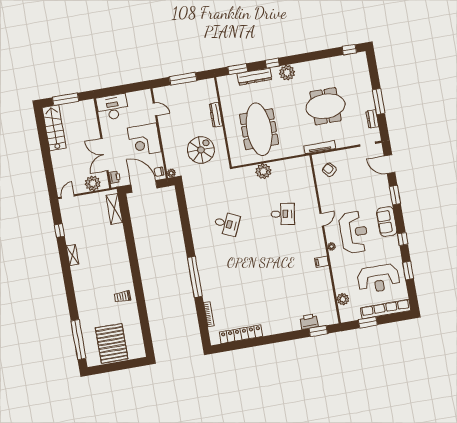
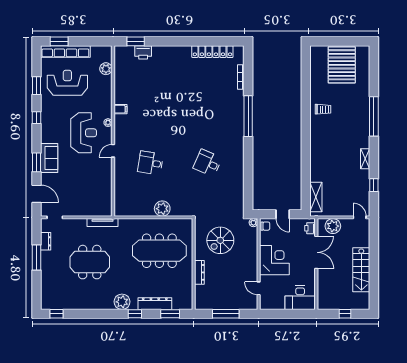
window: (66, 99) -> (345, 314), width x0.46
stairs: (54, 128) -> (361, 270), moved
meeting table: (259, 129) -> (159, 251), turned 90
armchair: (329, 170) -> (97, 199), removed
door: (144, 186) -> (283, 214), width x0.53
door: (68, 196) -> (360, 217), swing flipped
sofa: (387, 222) -> (49, 158), moved
reception desk: (354, 232) -> (84, 133), turned 180
window: (368, 322) -> (59, 41), moved
window: (78, 340) -> (374, 116), moved

